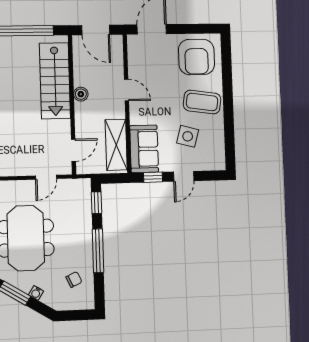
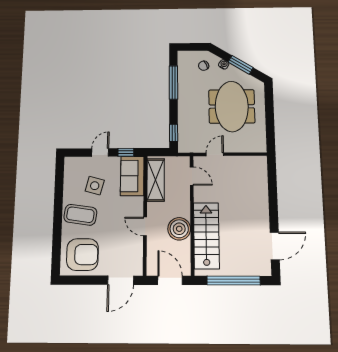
armchair: (196, 57) -> (82, 255), turned 90
boiler: (81, 94) -> (179, 229), width x1.86, depth x1.86
door: (73, 150) -> (192, 176), swing flipped
window: (98, 251) -> (173, 82), moved
chair: (74, 279) -> (204, 66), moved

